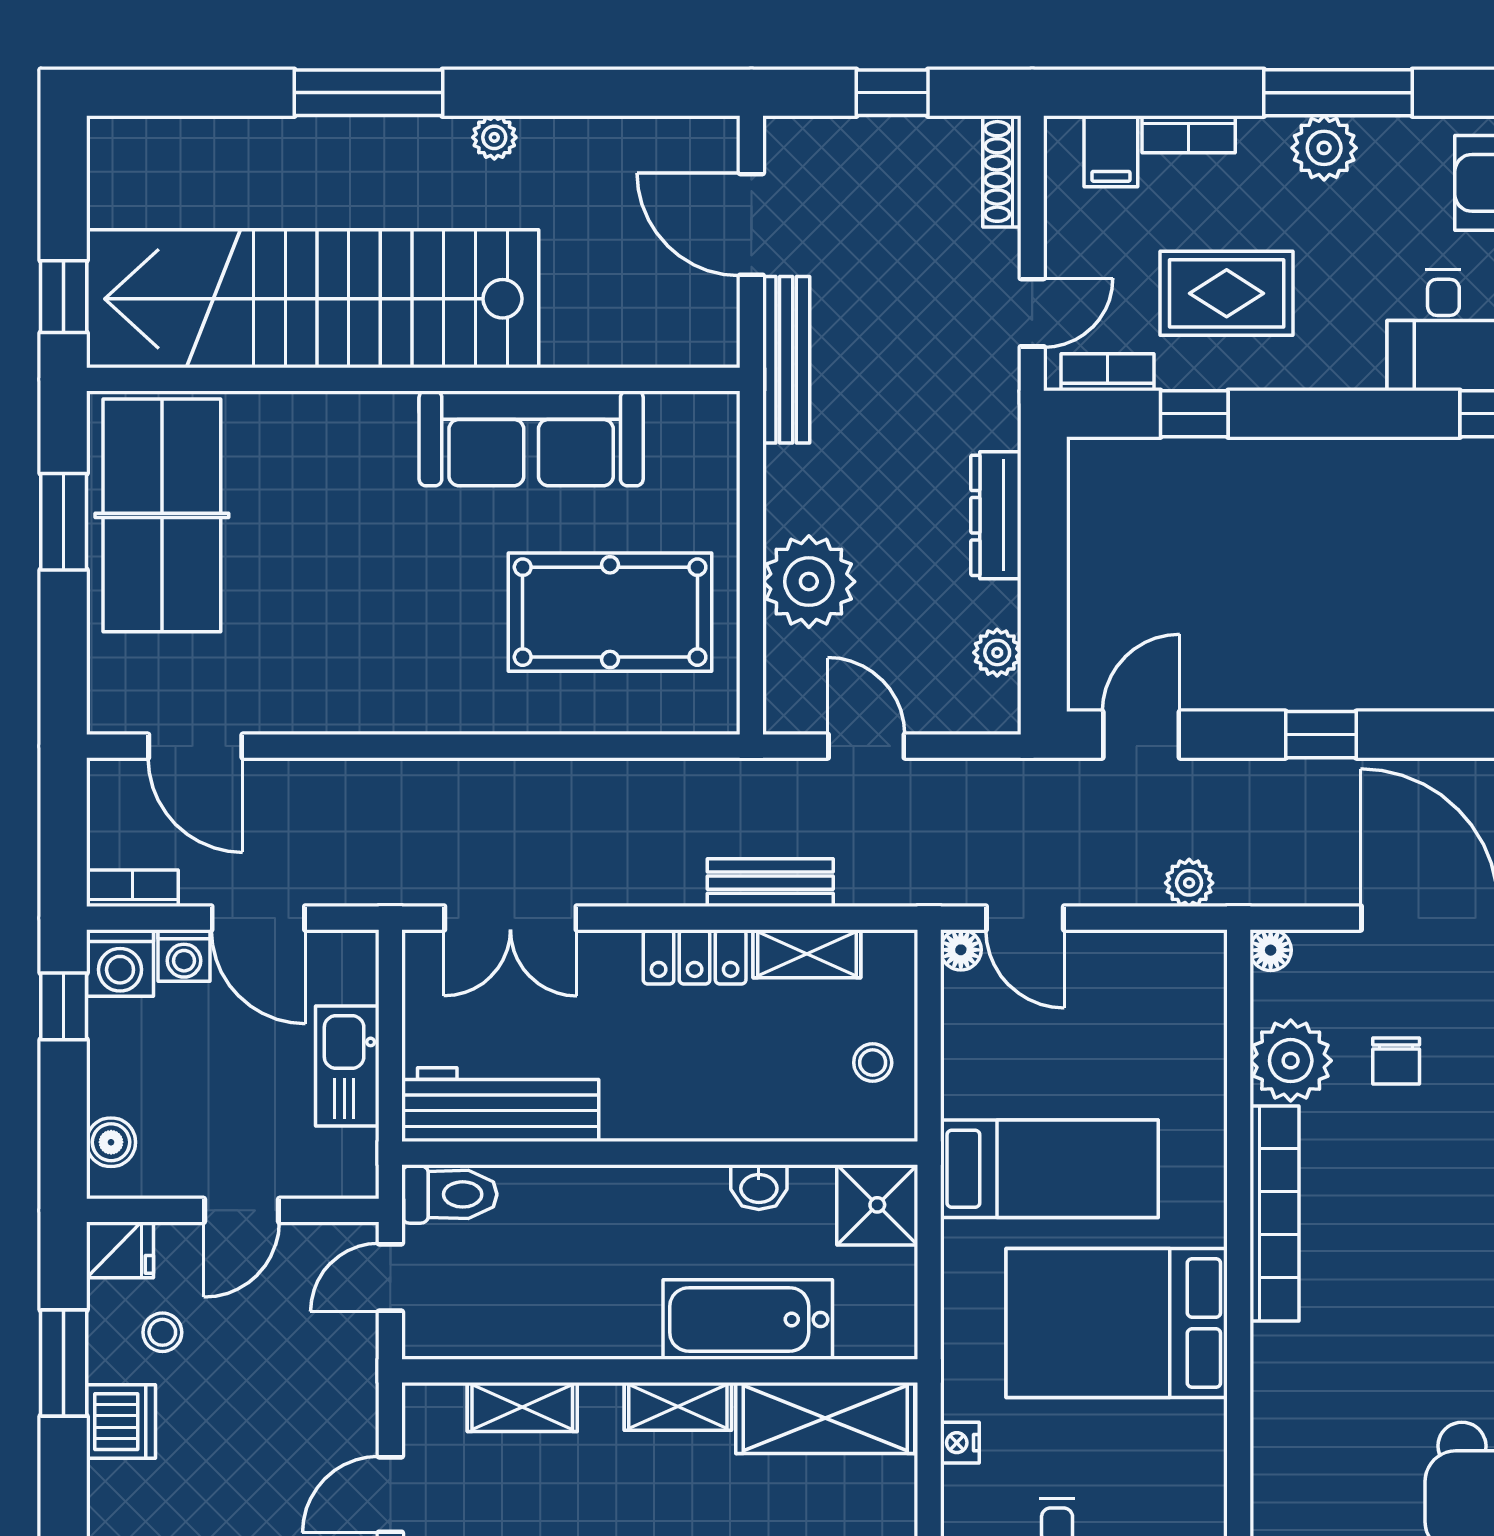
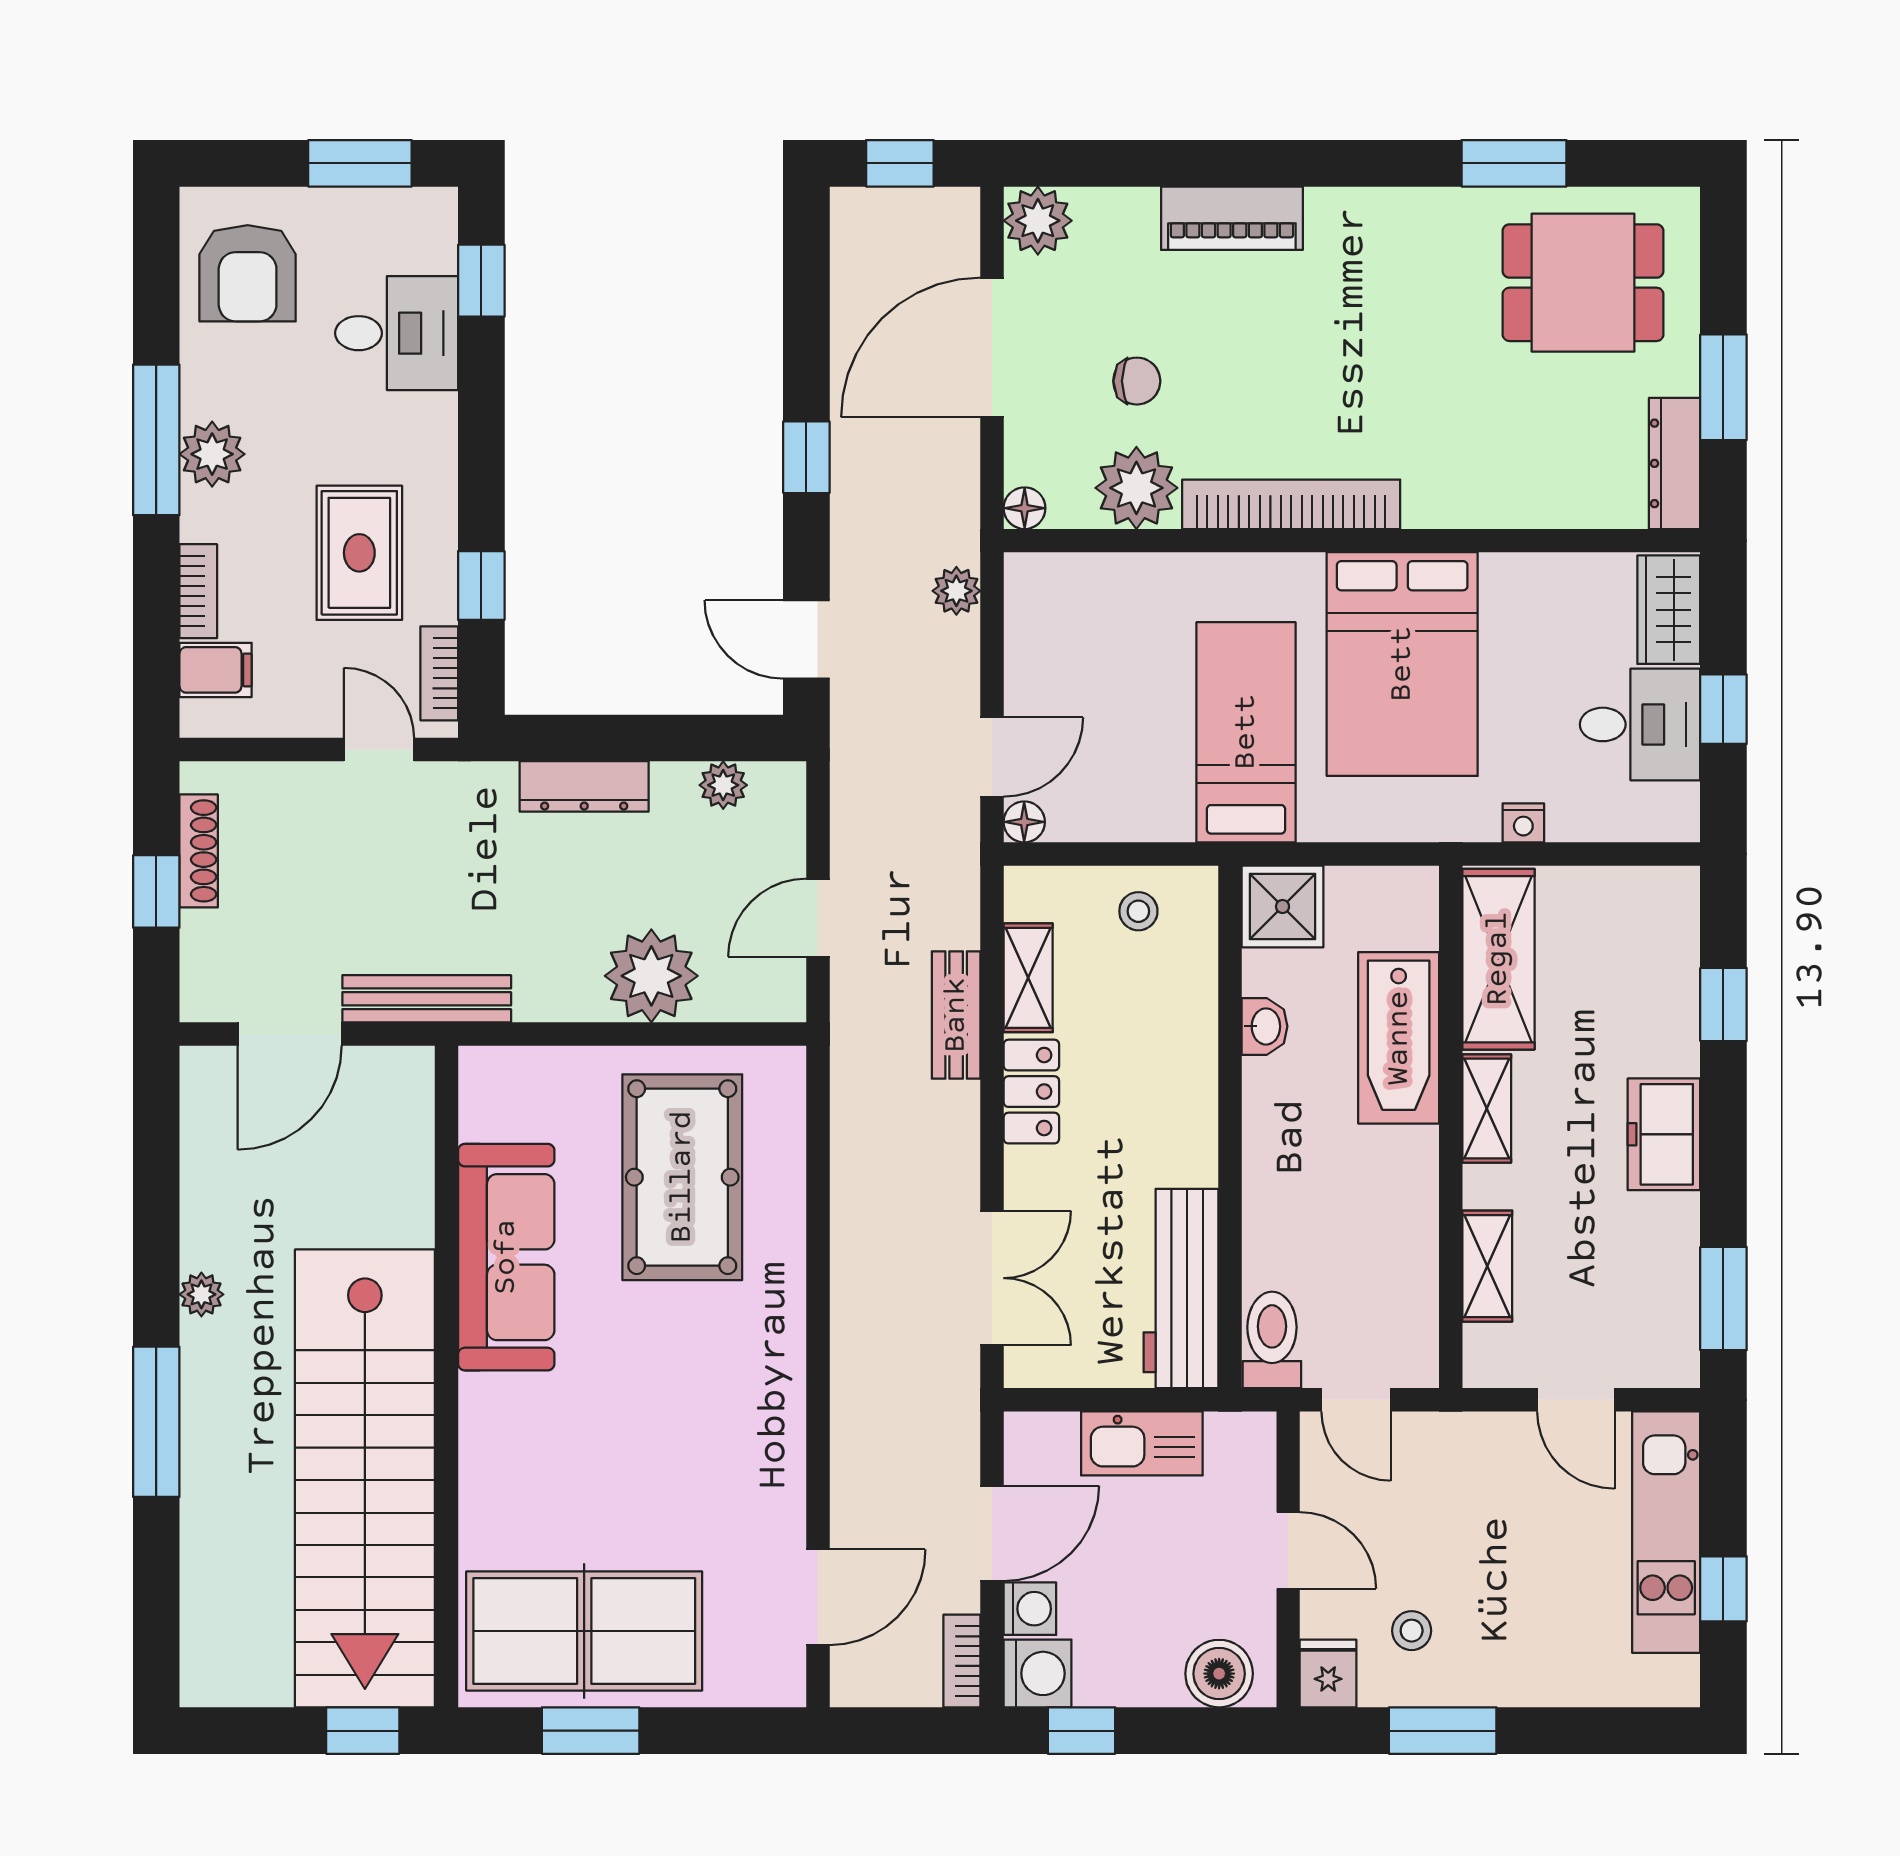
shoe rack: (1002, 171) -> (199, 851), moved, turned -90
boiler: (111, 1142) -> (1219, 1674), width x1.36, depth x1.36
dishwasher: (121, 1422) -> (1502, 1672), removed

